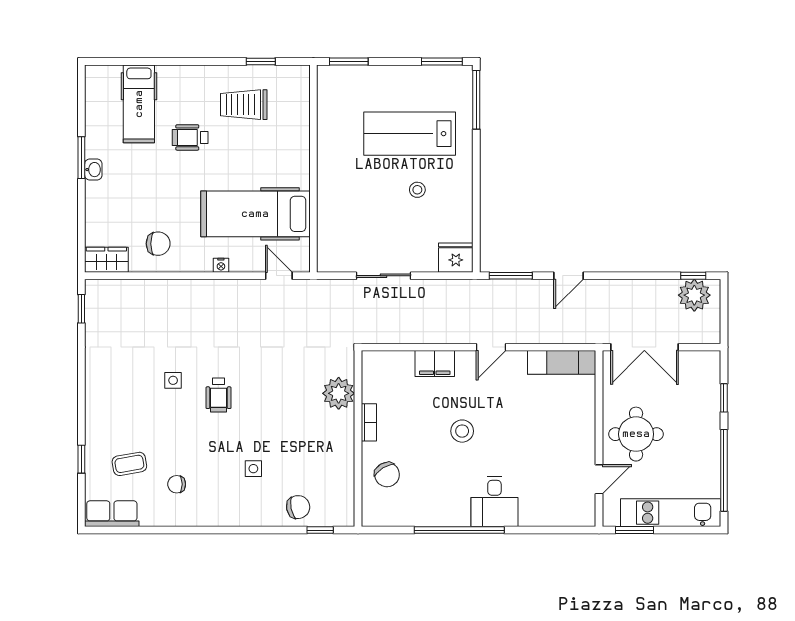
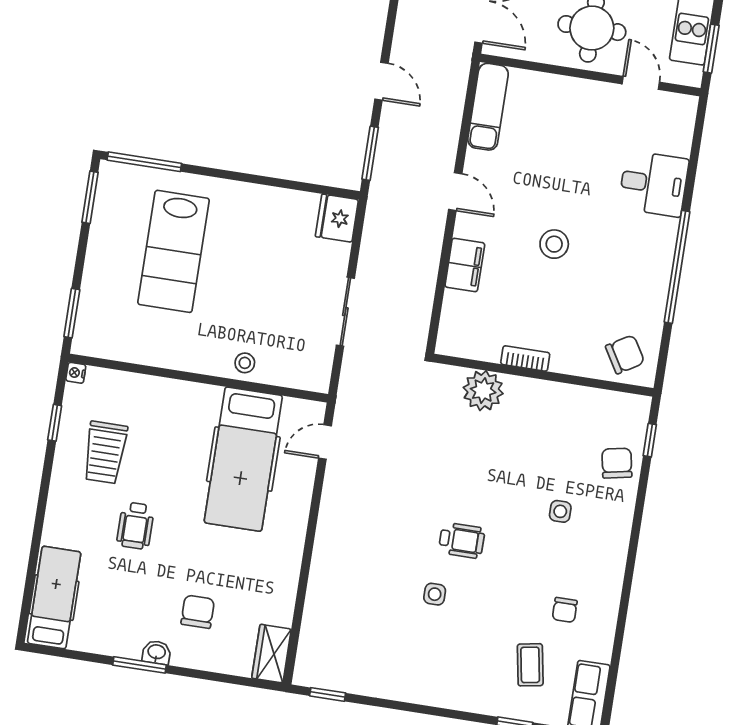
hospital bed: (139, 104) -> (54, 598), moved, turned -90
stool: (417, 190) -> (245, 363), moved
chair: (158, 244) -> (198, 612), moved
nightstand: (221, 265) -> (76, 373), moved, turned 180
chair: (387, 475) -> (625, 354), moved
desk: (494, 501) -> (653, 184), moved

